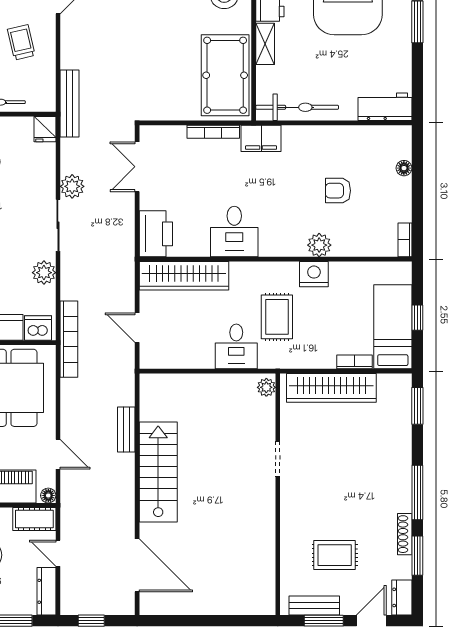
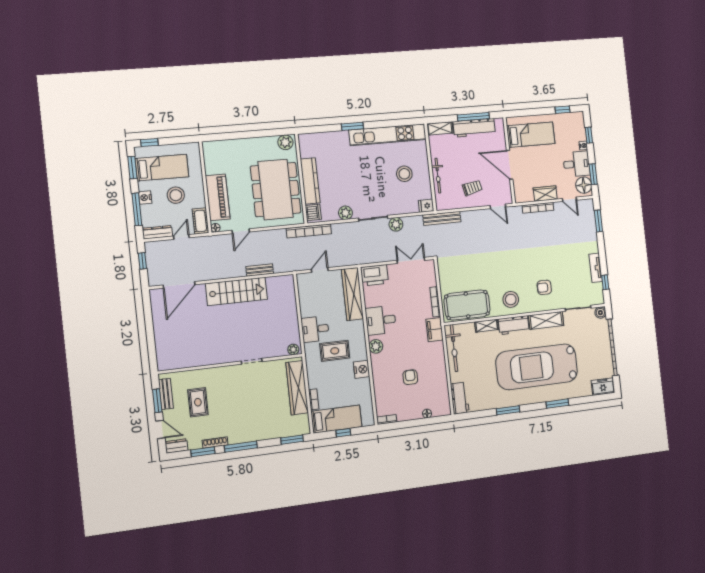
plant: (319, 245) -> (376, 346), moved

